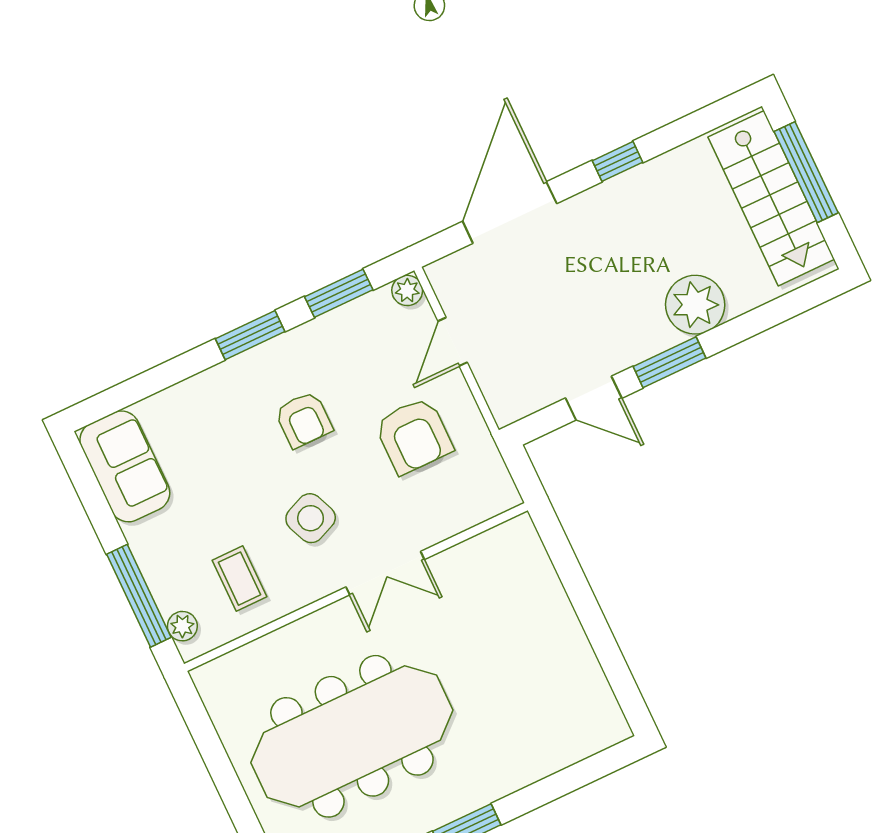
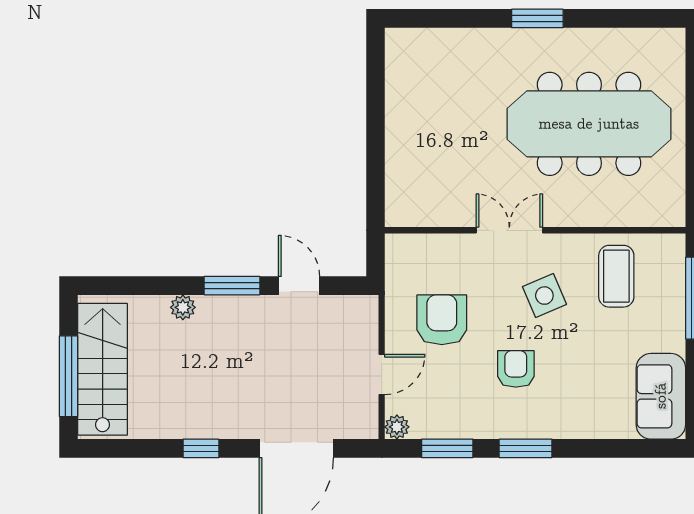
plant: (695, 305) -> (183, 307), width x0.53, depth x0.53
coffee table: (240, 579) -> (616, 276), width x1.36, depth x1.30
plant: (182, 626) -> (674, 261), removed

